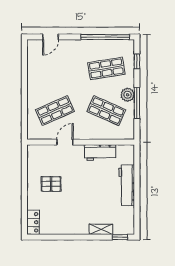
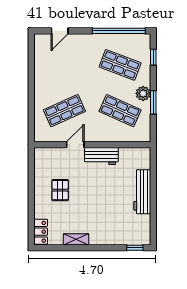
shop shelf: (106, 68) -> (120, 65), turned 30
window: (137, 103) -> (153, 102), width x0.69
workbench: (100, 152) -> (101, 156), moved
pallet: (51, 184) -> (60, 190), turned 90
shelving: (101, 229) -> (76, 239), moved

